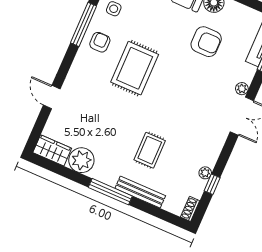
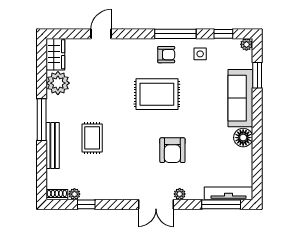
armchair: (206, 42) -> (172, 150), moved
rug: (150, 150) -> (92, 138), turned 90
plant: (205, 173) -> (74, 194), moved

